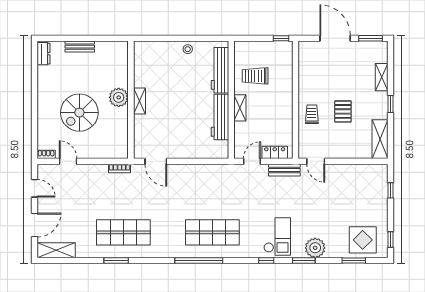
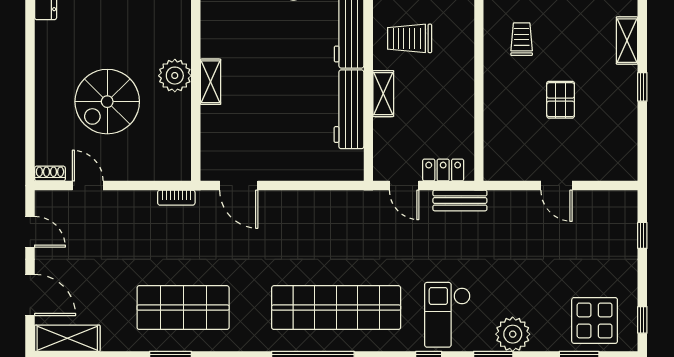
trolley: (312, 114) -> (522, 39), moved
shelving: (380, 139) -> (624, 147), removed
door: (252, 161) -> (404, 186), swing flipped
door: (316, 161) -> (556, 186), moved
door: (34, 225) -> (30, 295), hinge flipped
shop shelf: (212, 232) -> (336, 308), width x1.40
checkout: (277, 237) -> (447, 315), turned 180

